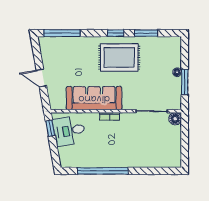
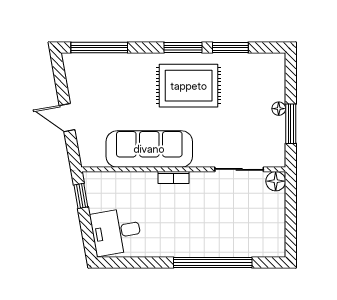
window: (116, 33) -> (183, 48), width x1.50
desk: (69, 131) -> (116, 232), moved
window: (103, 171) -> (213, 262), moved

